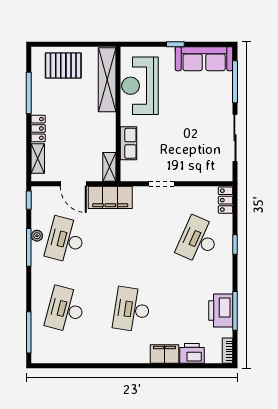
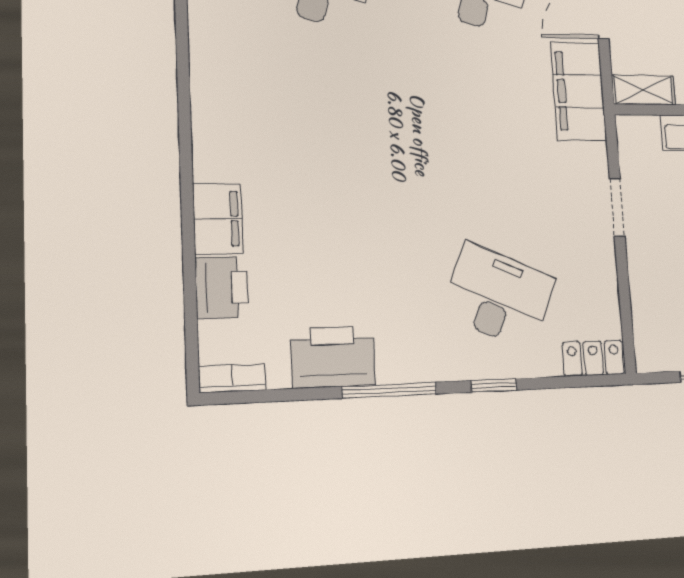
desk: (132, 310) -> (325, 139), removed
window: (235, 311) -> (390, 390), moved

